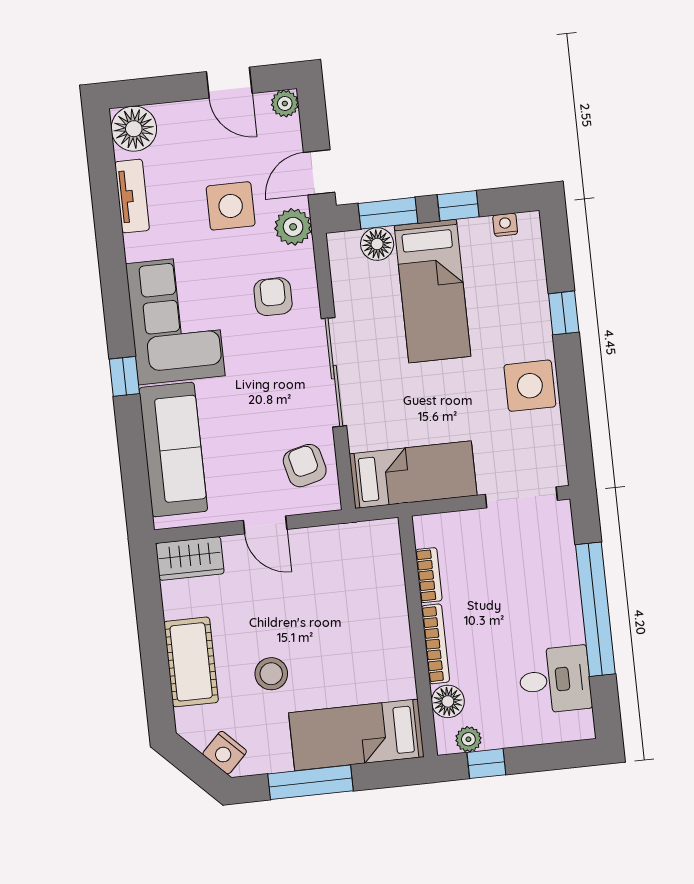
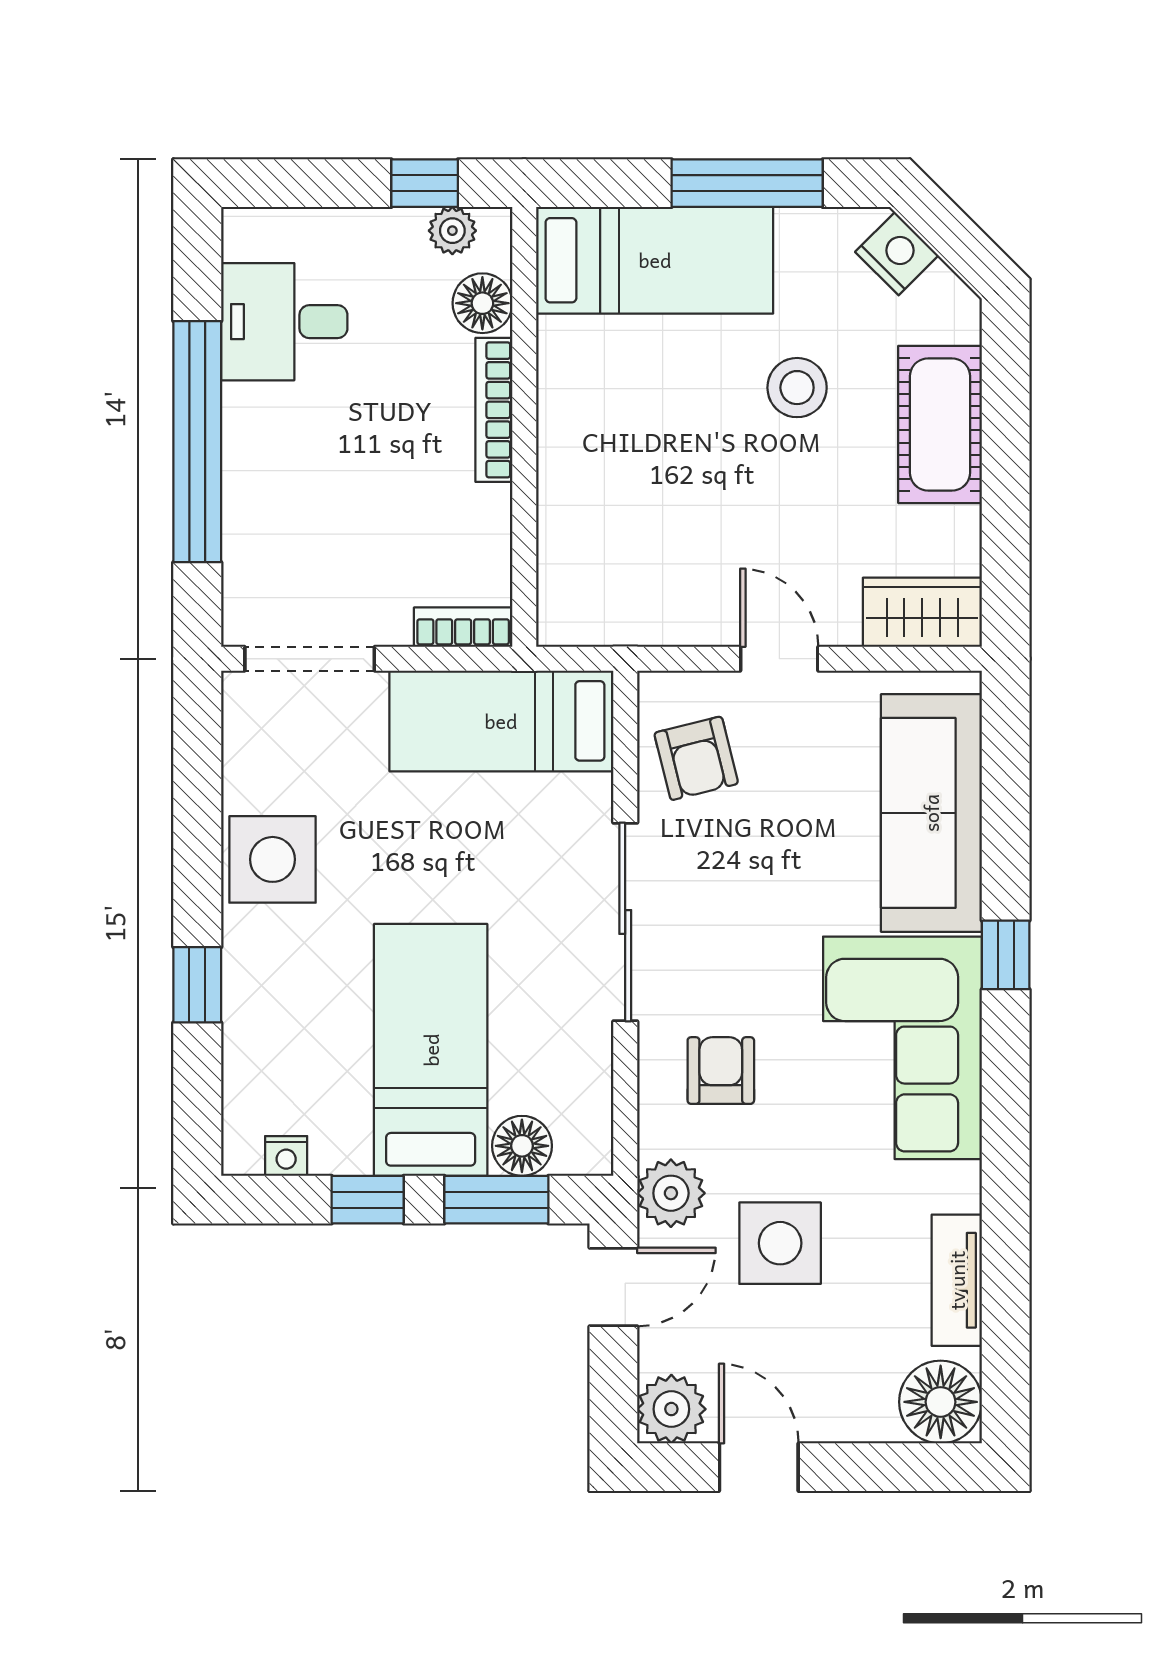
plant: (285, 103) -> (671, 1409), width x1.38, depth x1.38
armchair: (273, 297) -> (721, 1071), turned 180
bookcase: (429, 575) -> (463, 627), moved, turned 90

